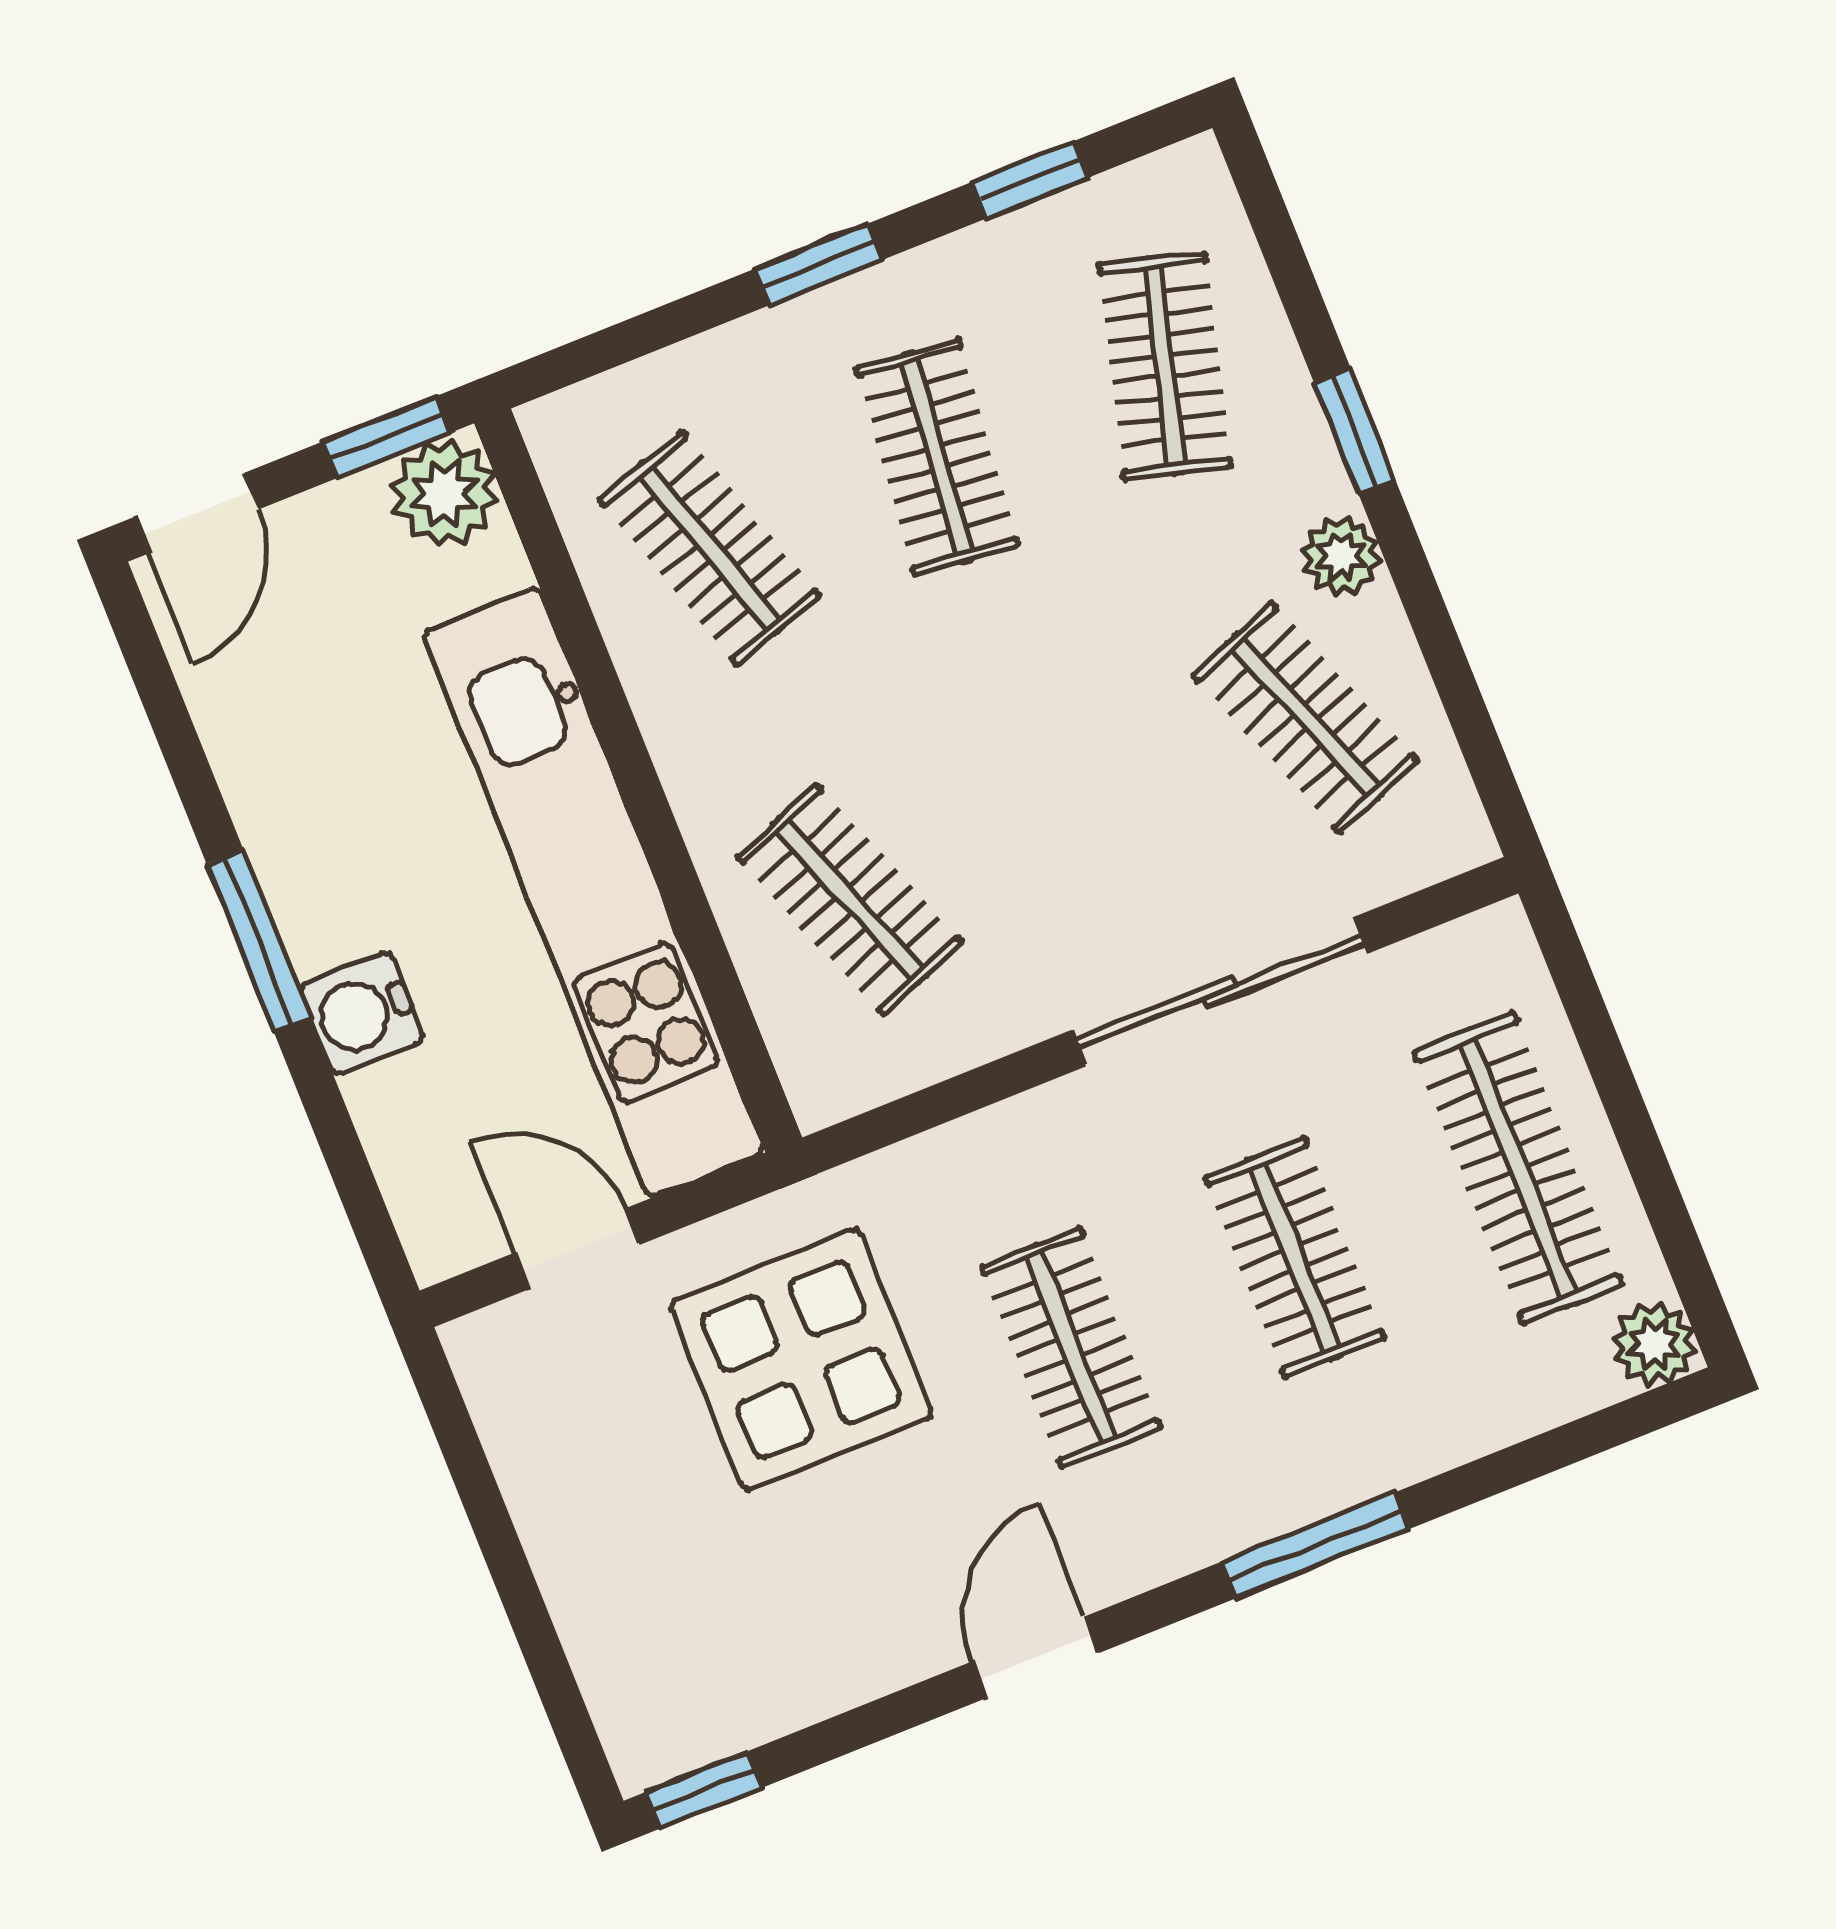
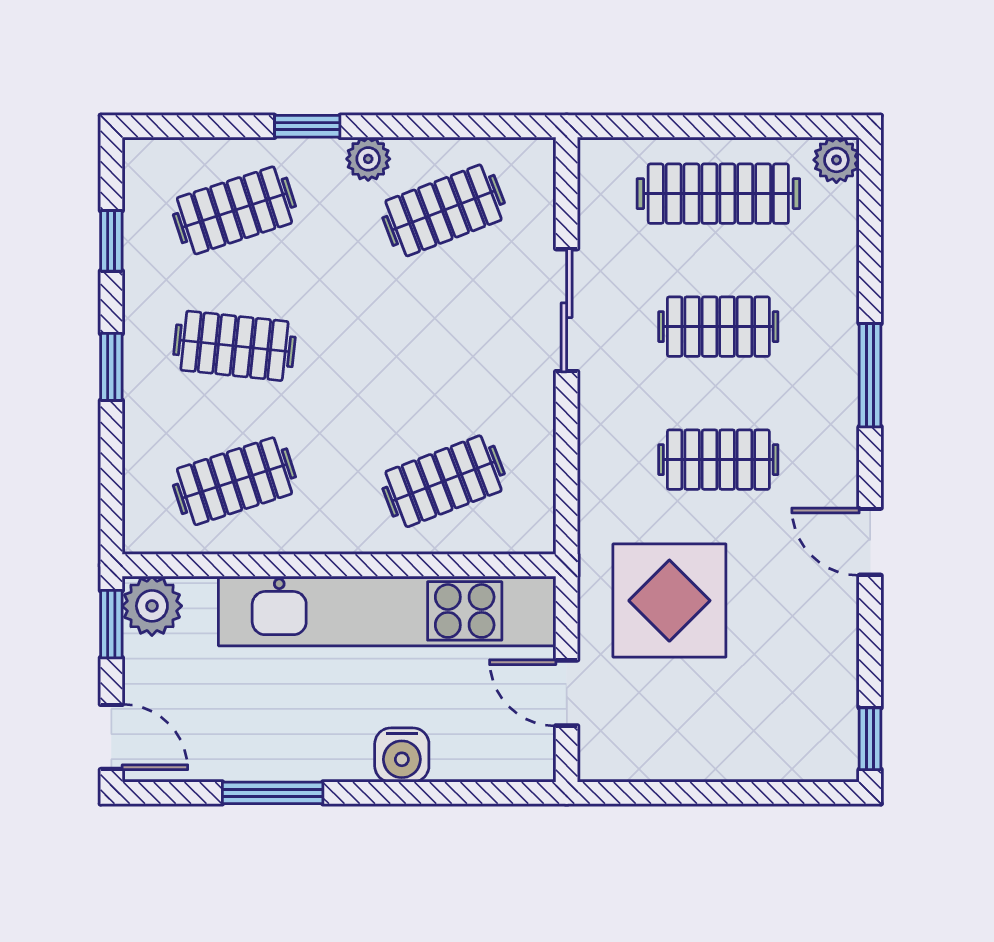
clothes rail: (1165, 366) -> (234, 210), turned -33
window: (259, 941) -> (273, 793), moved
sliding door: (1220, 992) -> (567, 310), width x0.73
door: (577, 1249) -> (567, 693), hinge flipped

